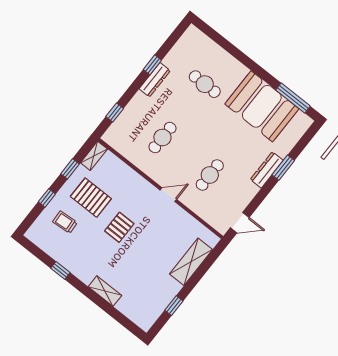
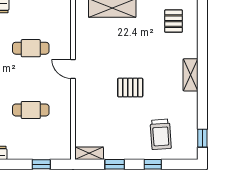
pallet: (91, 198) -> (174, 21), moved, width x0.67, depth x0.71
trolley: (65, 222) -> (161, 134), width x1.36, depth x1.39
window: (60, 270) -> (202, 138), moved
shelving: (105, 291) -> (190, 75), moved

